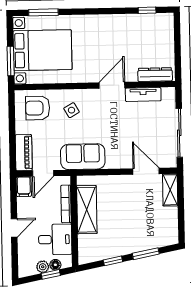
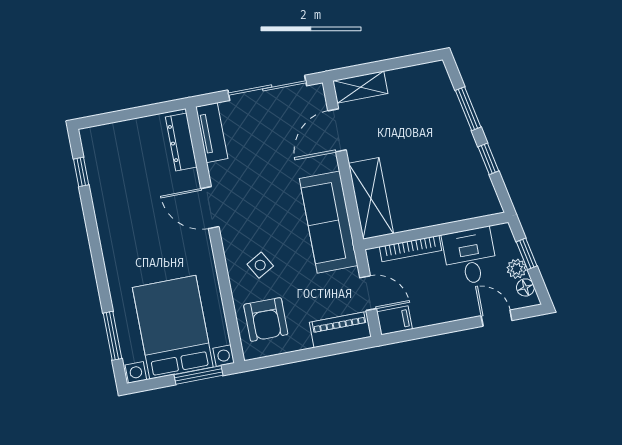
tv unit: (143, 94) -> (212, 133), moved
sofa: (83, 157) -> (329, 222), width x1.36
shelving: (87, 210) -> (371, 198), moved, turned 90
door: (14, 228) -> (497, 318), moved
floor lamp: (55, 265) -> (525, 287), moved

